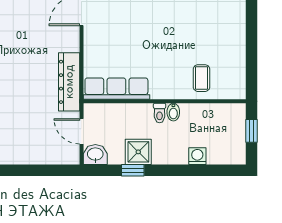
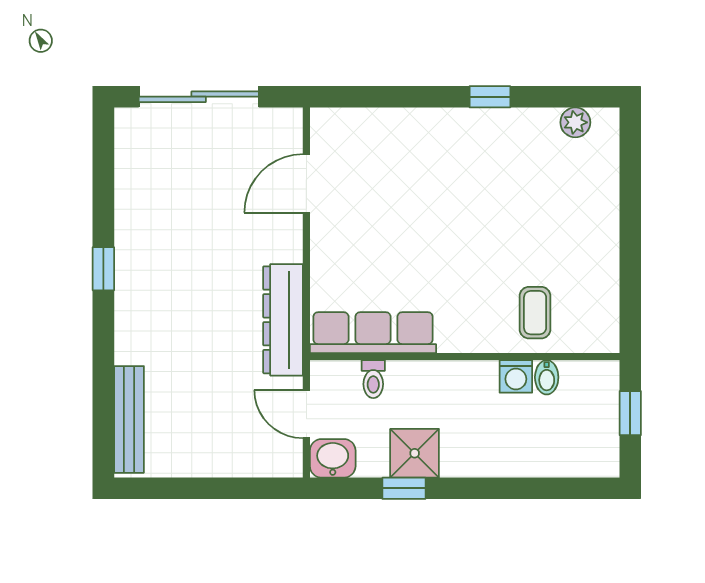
bidet: (173, 112) -> (547, 377), moved
toilet: (160, 113) -> (373, 379), moved
washing machine: (197, 156) -> (516, 376), moved, turned 180

